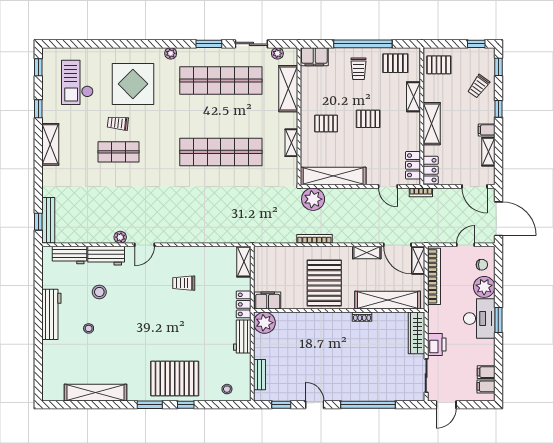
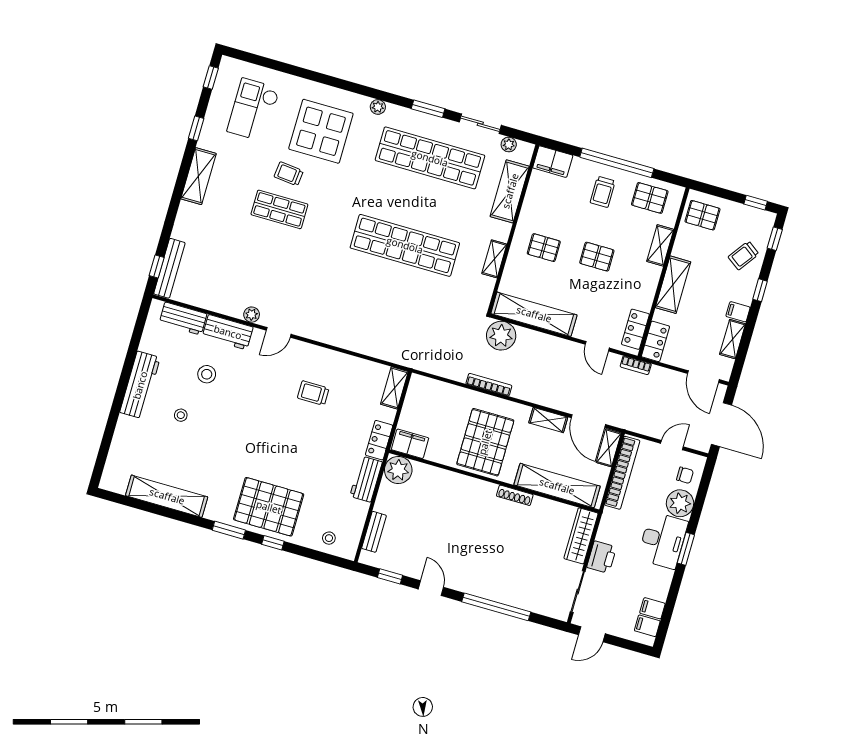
shoe rack: (362, 317) -> (515, 495), width x1.43

